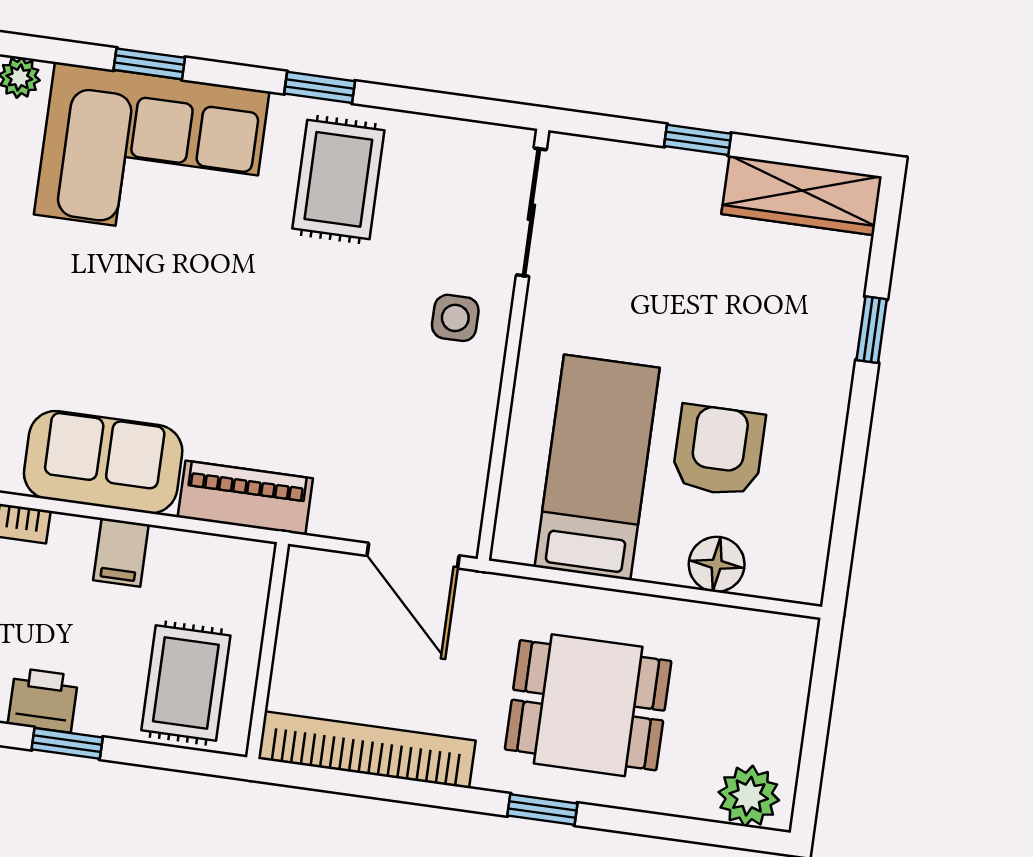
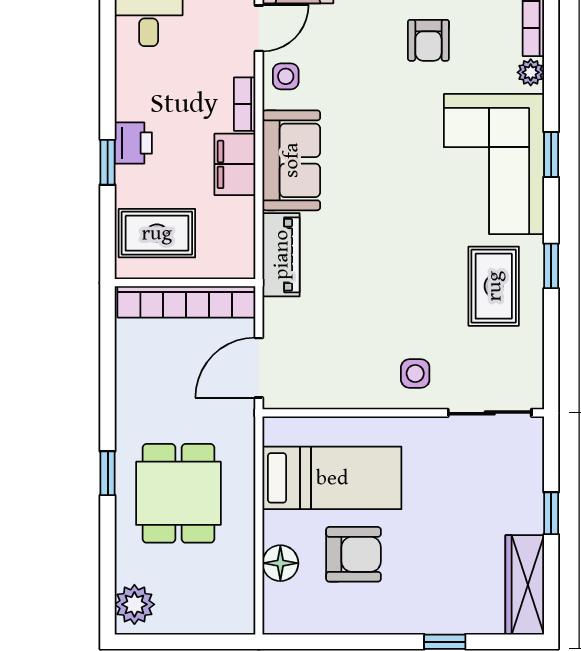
rug: (338, 179) -> (494, 286), turned 90
filing cabinet: (121, 552) -> (235, 164), width x2.00
bookcase: (367, 750) -> (186, 302), moved, turned 90

